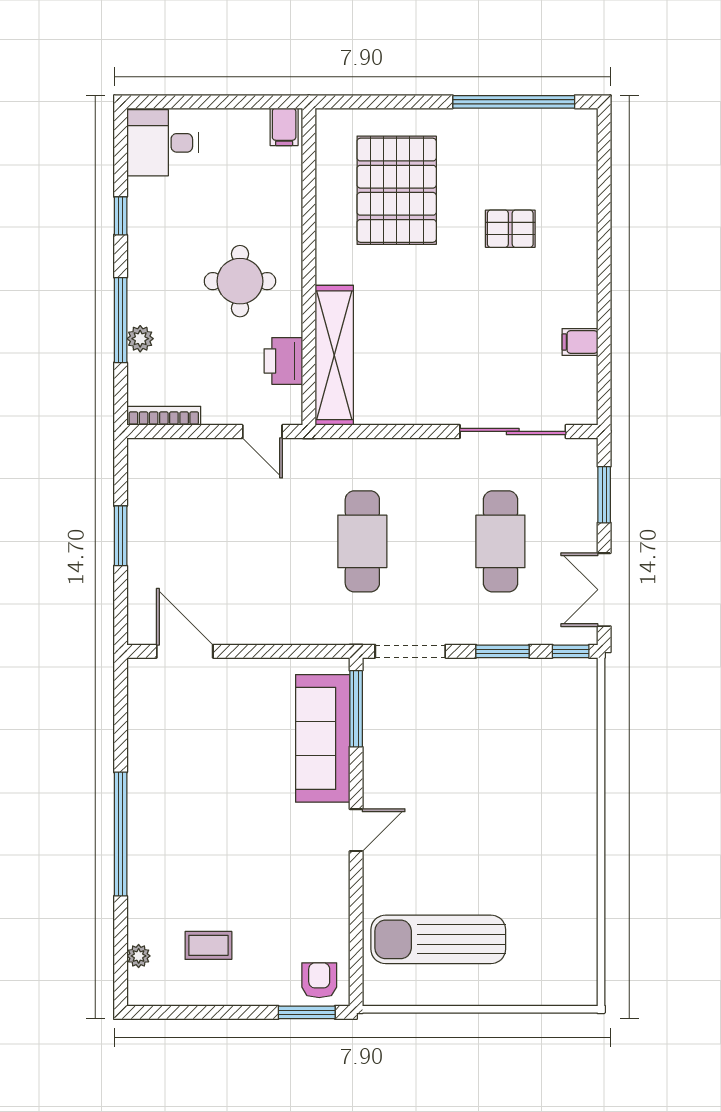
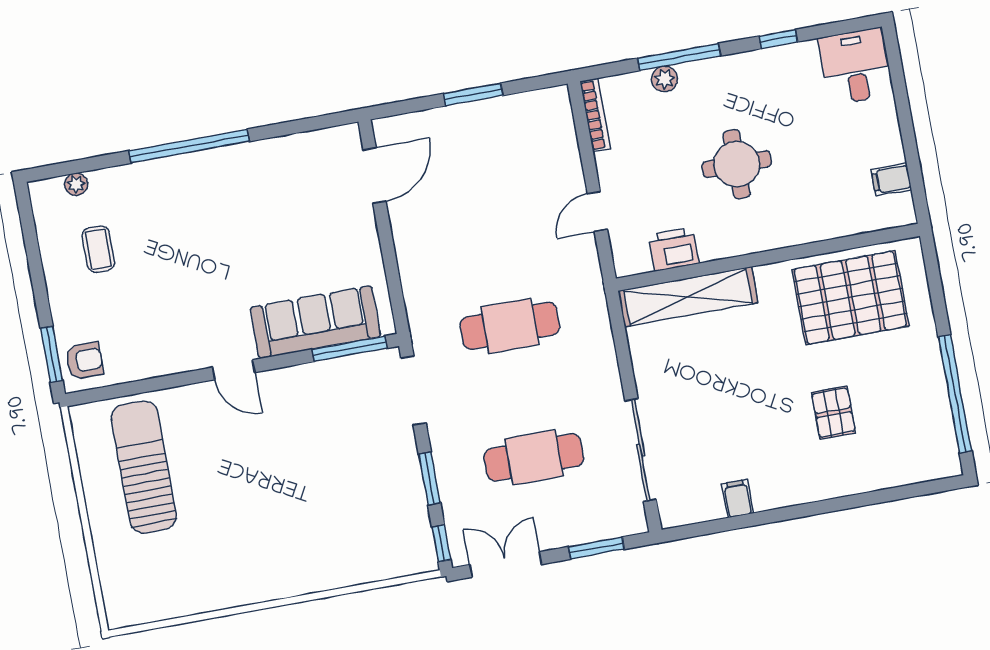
wall: (309, 267) -> (768, 257), moved
shelving: (334, 355) -> (688, 297), moved
printer: (283, 361) -> (674, 249), moved

